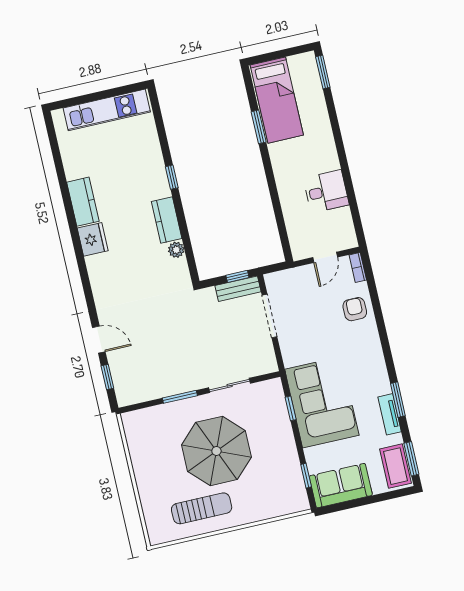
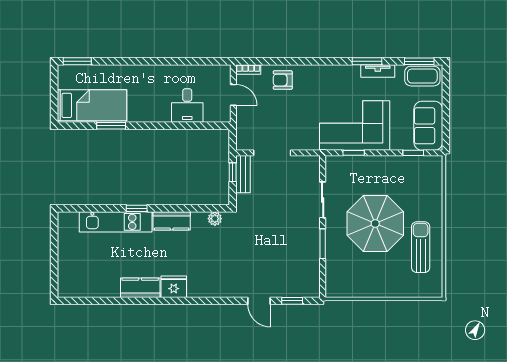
kitchen unit: (107, 110) -> (116, 222), moved, turned 90
desk: (326, 191) -> (187, 105), moved, turned 180
plant: (176, 250) -> (215, 219), moved
door: (99, 340) -> (259, 301), swing flipped

